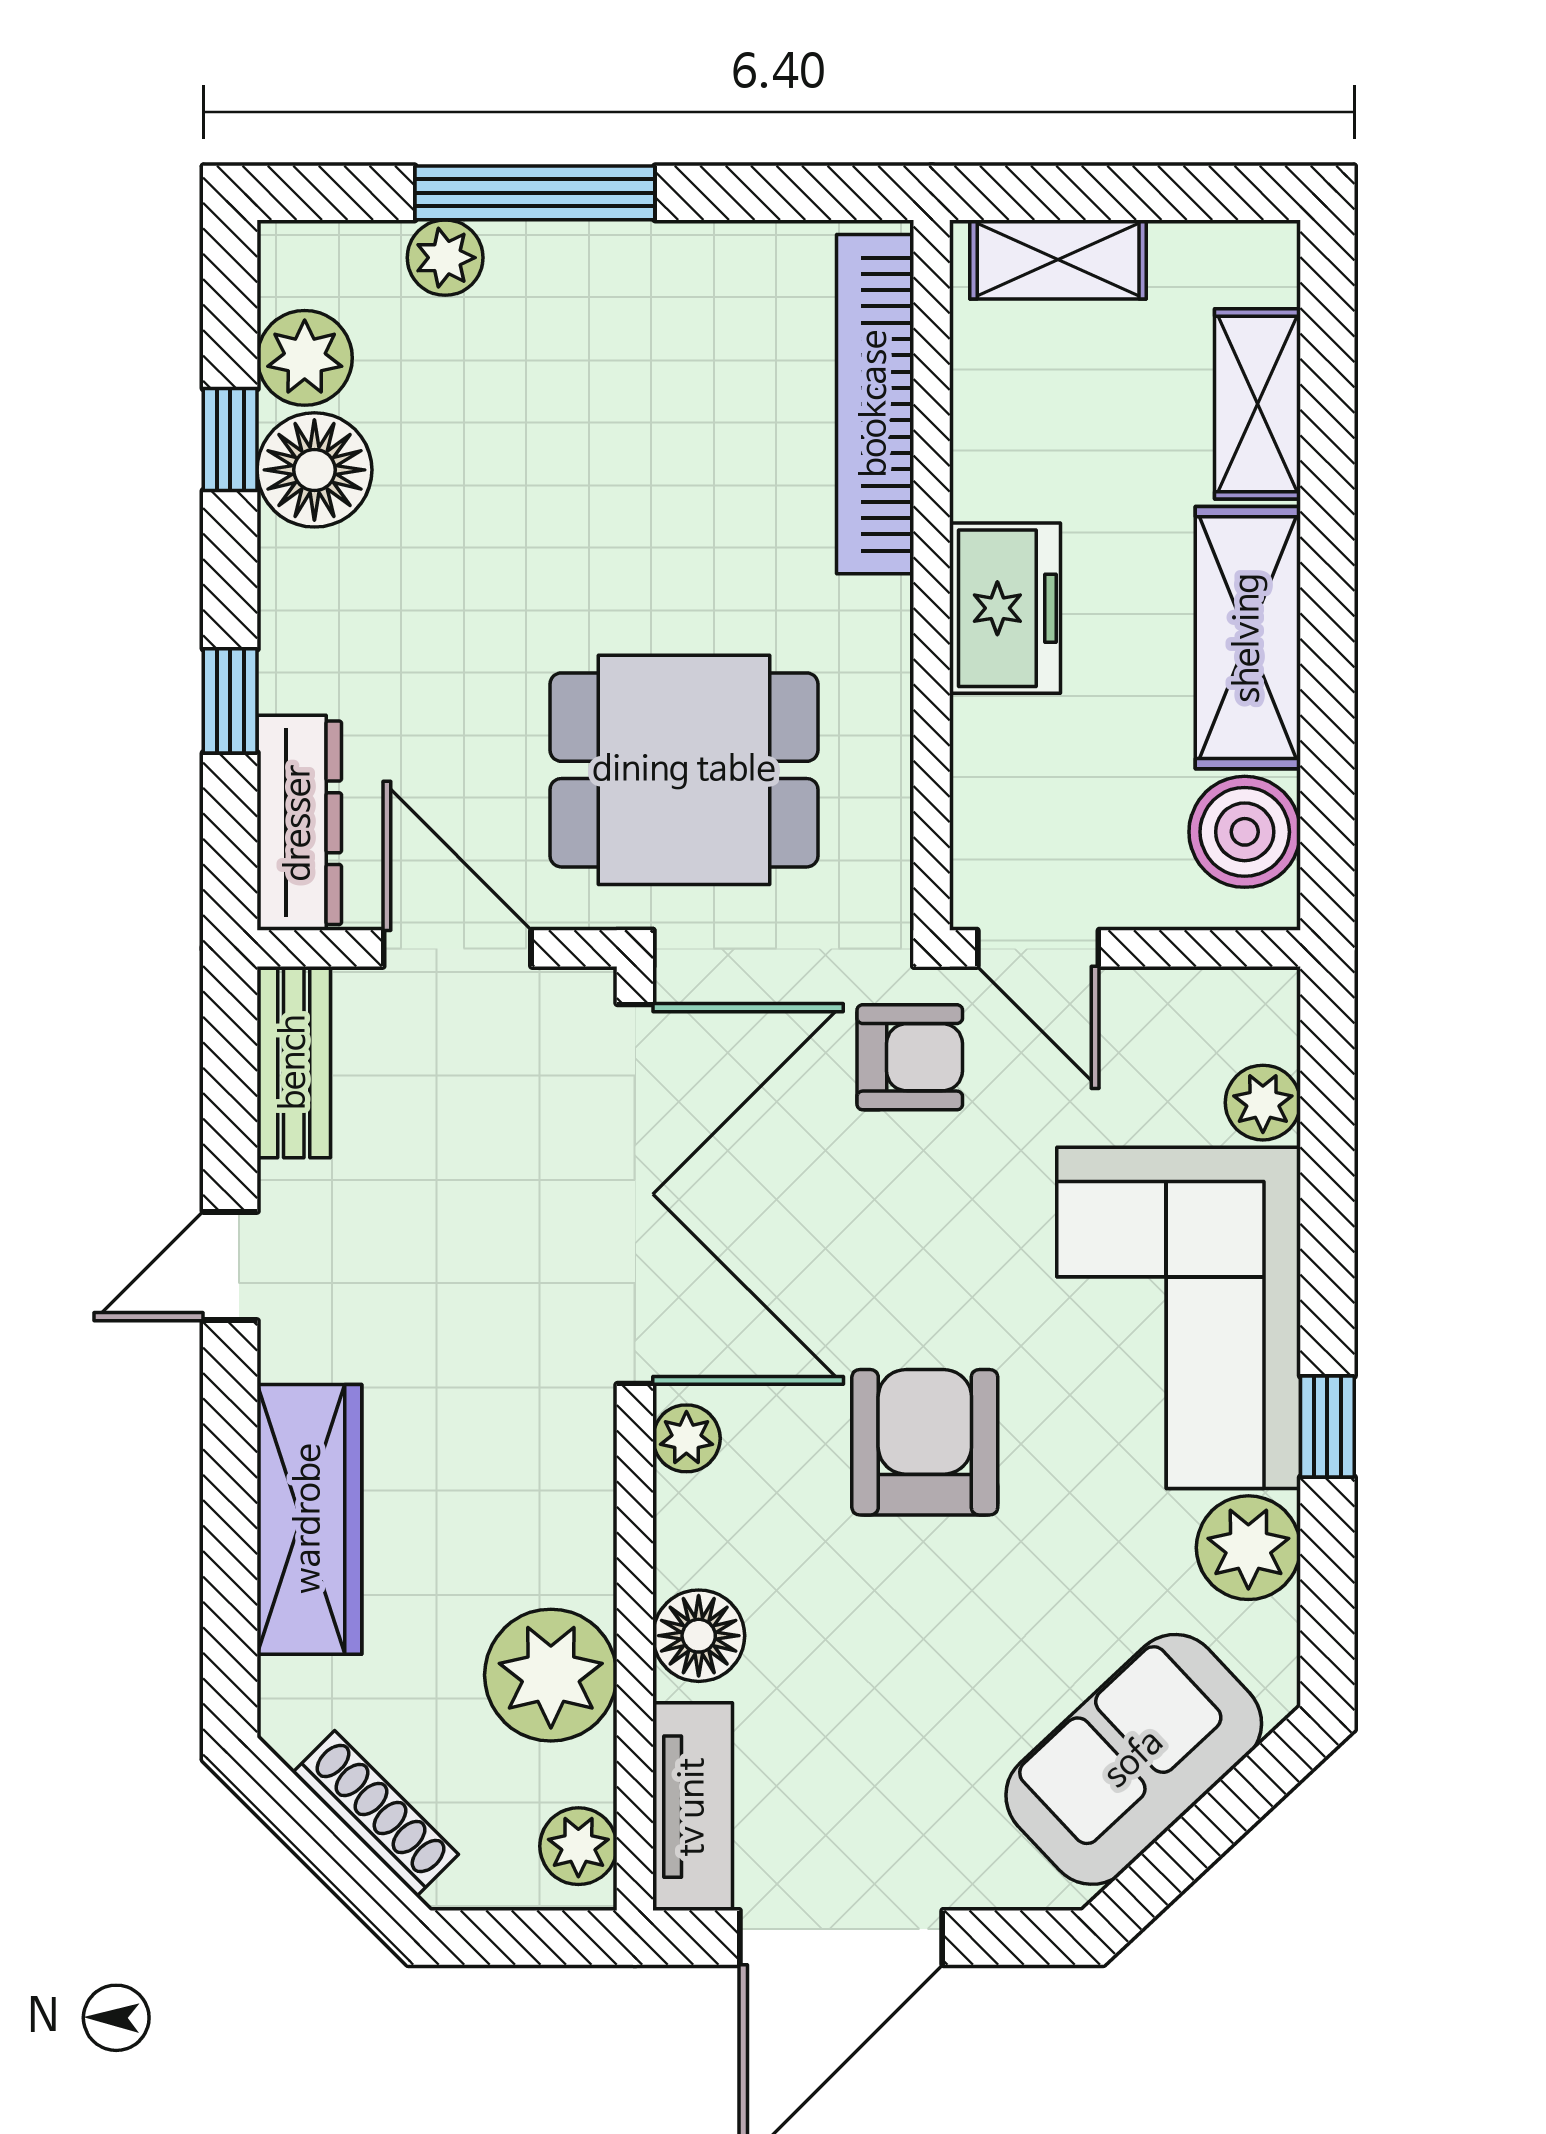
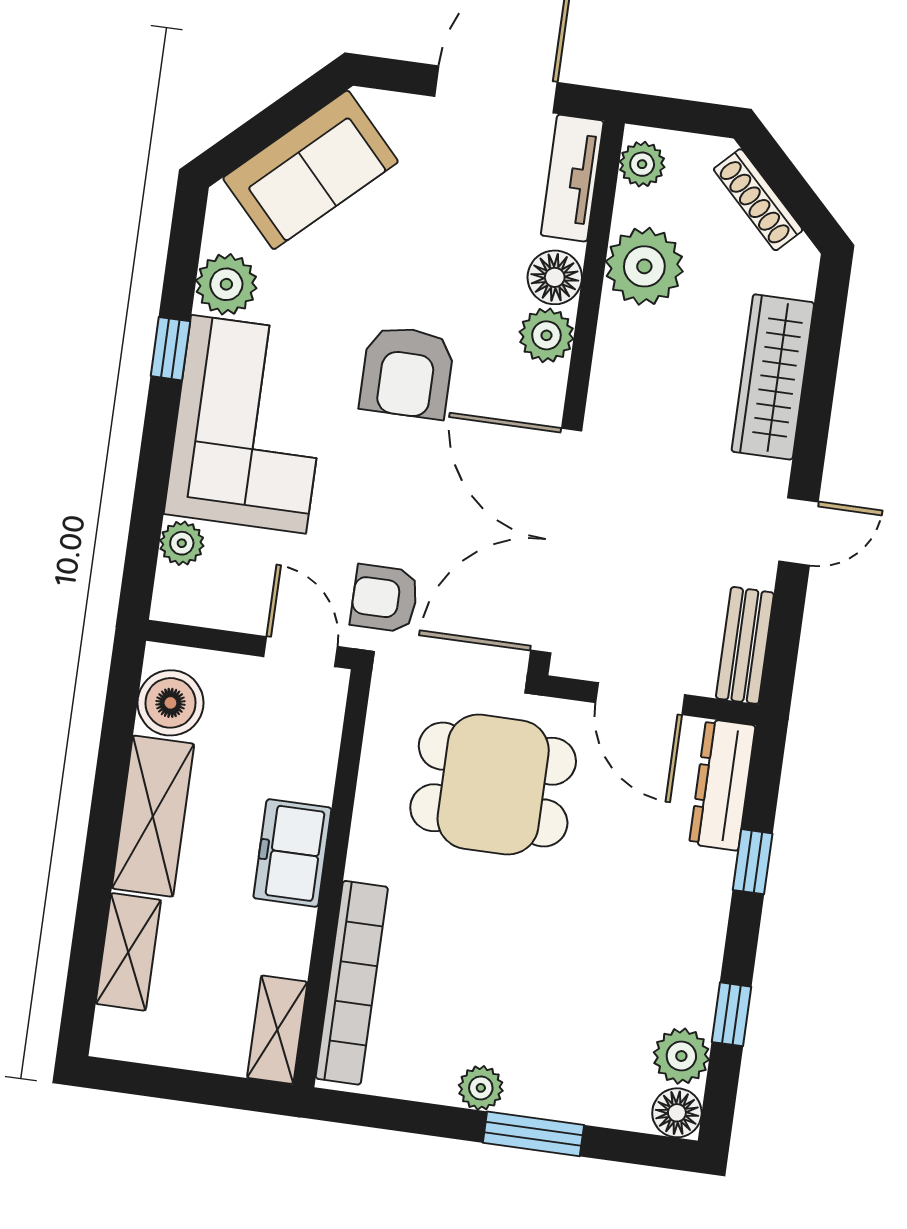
window: (535, 193) -> (533, 1134), width x0.69
plant: (445, 258) -> (481, 1088), moved
shelving: (1058, 259) -> (277, 1030), moved, turned 90
floor lamp: (314, 470) -> (677, 1113), moved, width x0.73, depth x0.73
plant: (686, 1438) -> (546, 335), moved, width x1.38, depth x1.38

